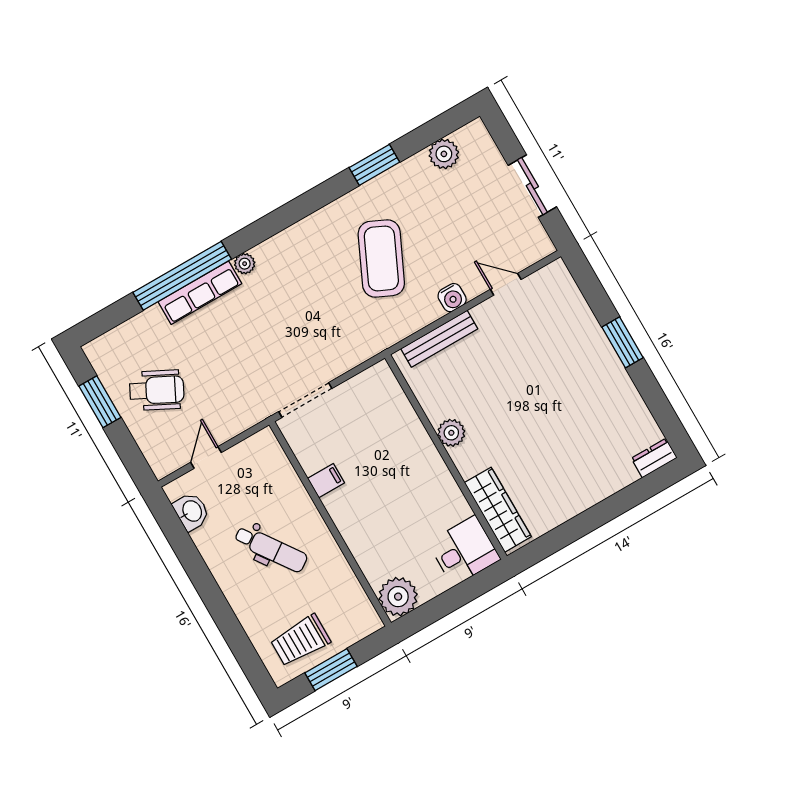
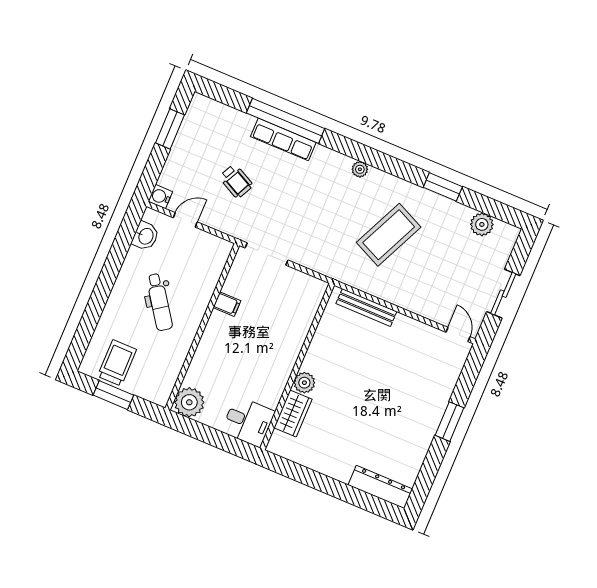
plant: (245, 264) -> (360, 169), moved
door: (506, 284) -> (458, 334), moved
water cooler: (452, 298) -> (160, 197), moved, turned 90
wheelchair: (157, 390) -> (236, 181), moved, width x0.73, depth x0.73
plant: (451, 433) -> (304, 383), moved
dresser: (654, 458) -> (380, 487), width x1.96, depth x1.24
wardrobe: (498, 510) -> (293, 413), width x0.67
trolley: (300, 641) -> (117, 363), turned 90

